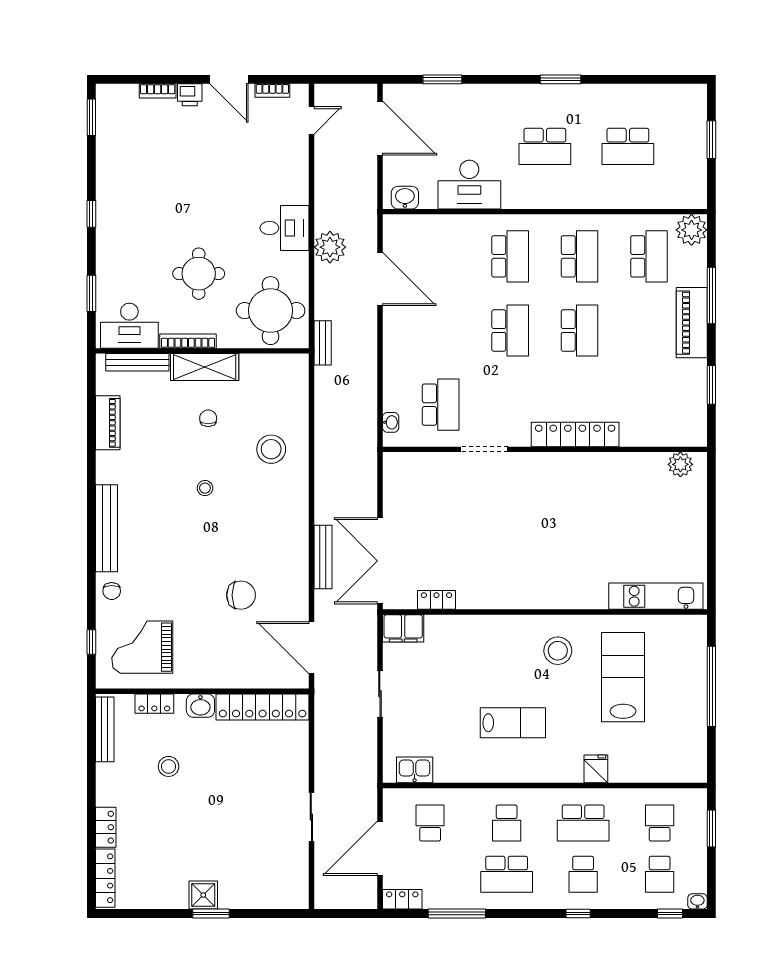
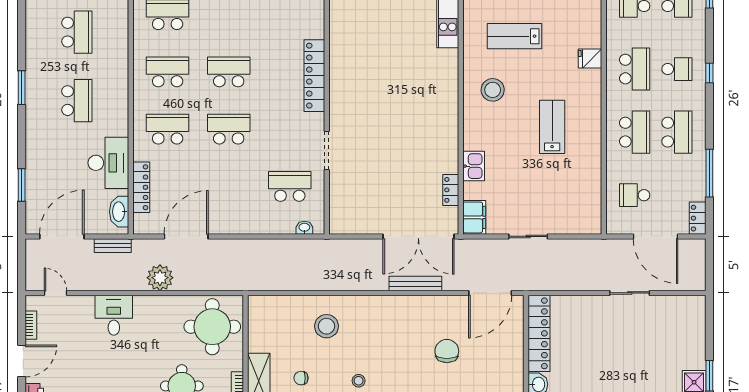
washbasin: (405, 198) -> (119, 212), width x1.38
locker: (440, 224) -> (141, 187), added
desk: (285, 228) -> (114, 315), moved
bench: (323, 343) -> (113, 246), moved
lab bench: (623, 677) -> (514, 36), width x0.73, depth x0.72
kitchen sink: (415, 770) -> (474, 166), moved, turned 180
school desk: (507, 823) -> (635, 132), width x1.85

